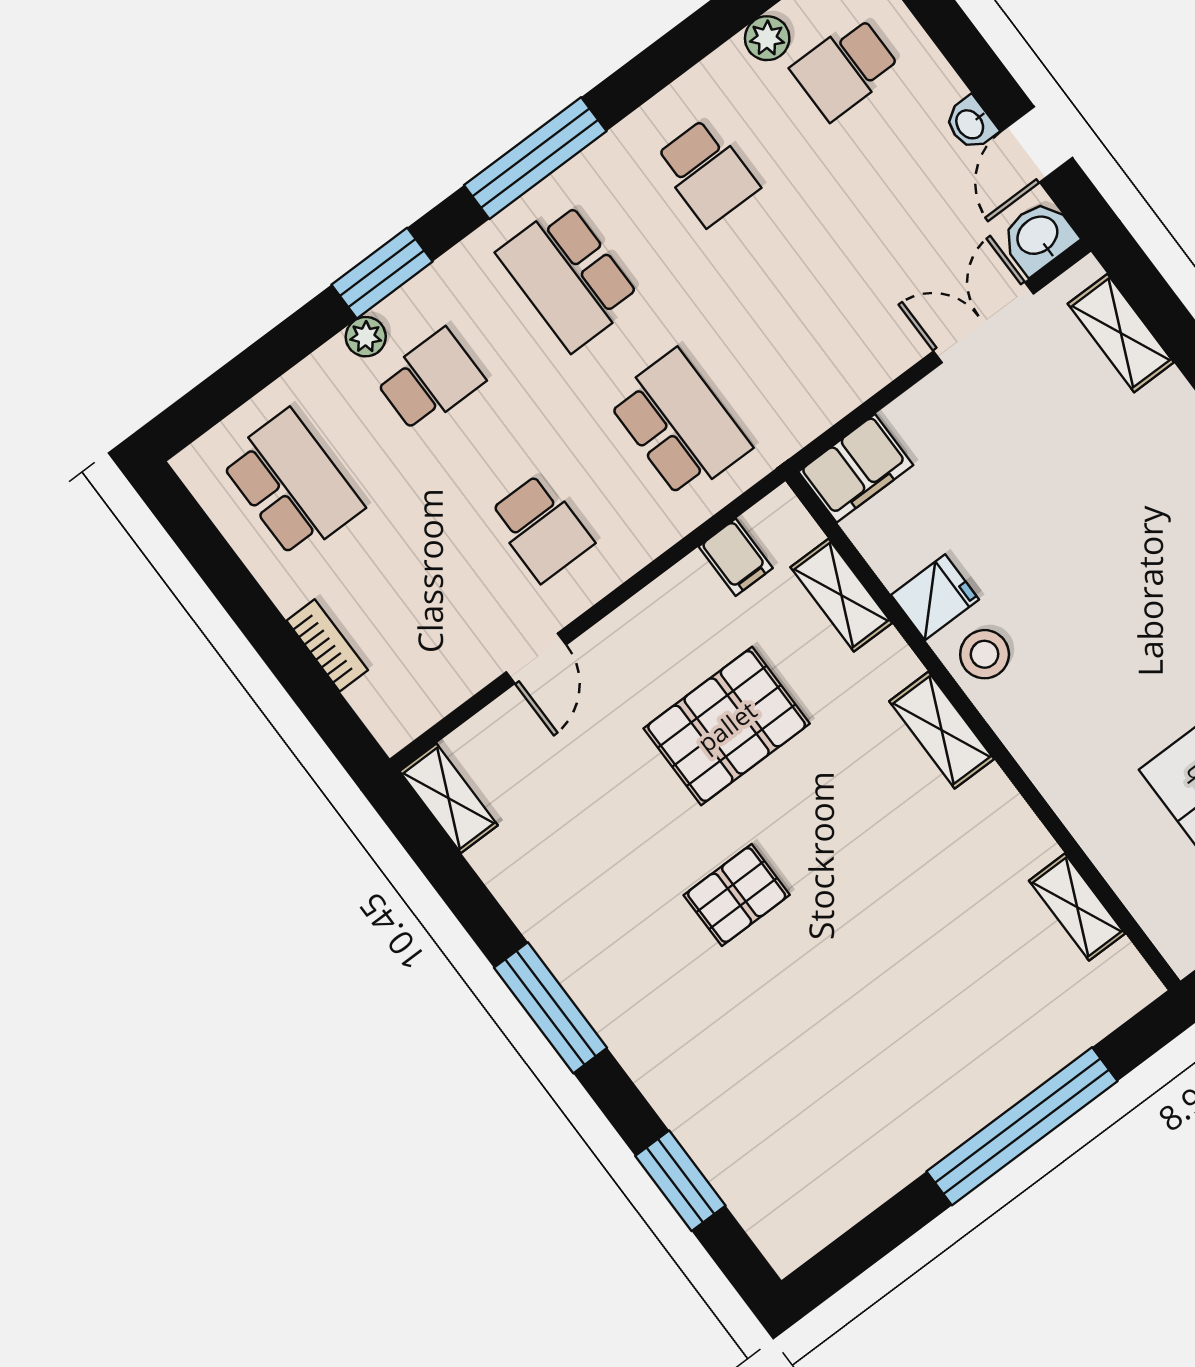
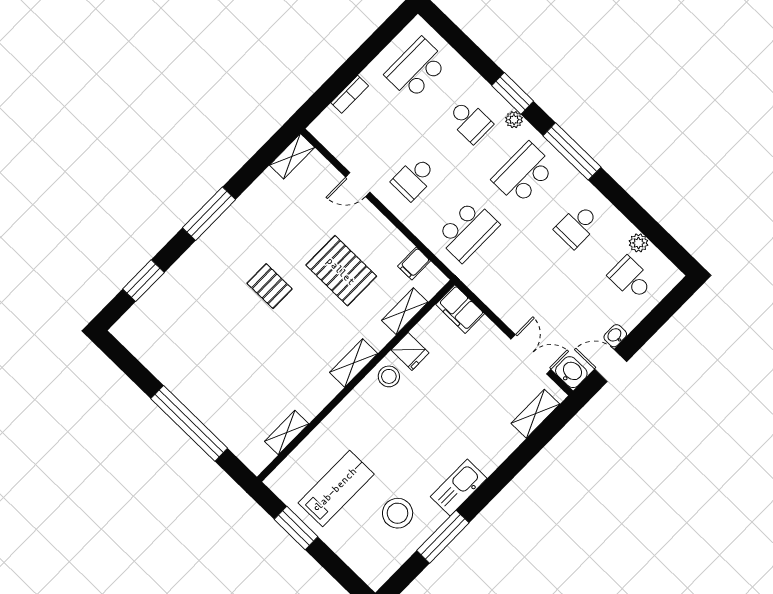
plant: (366, 337) -> (514, 120), moved
school desk: (292, 484) -> (416, 69), turned 180

